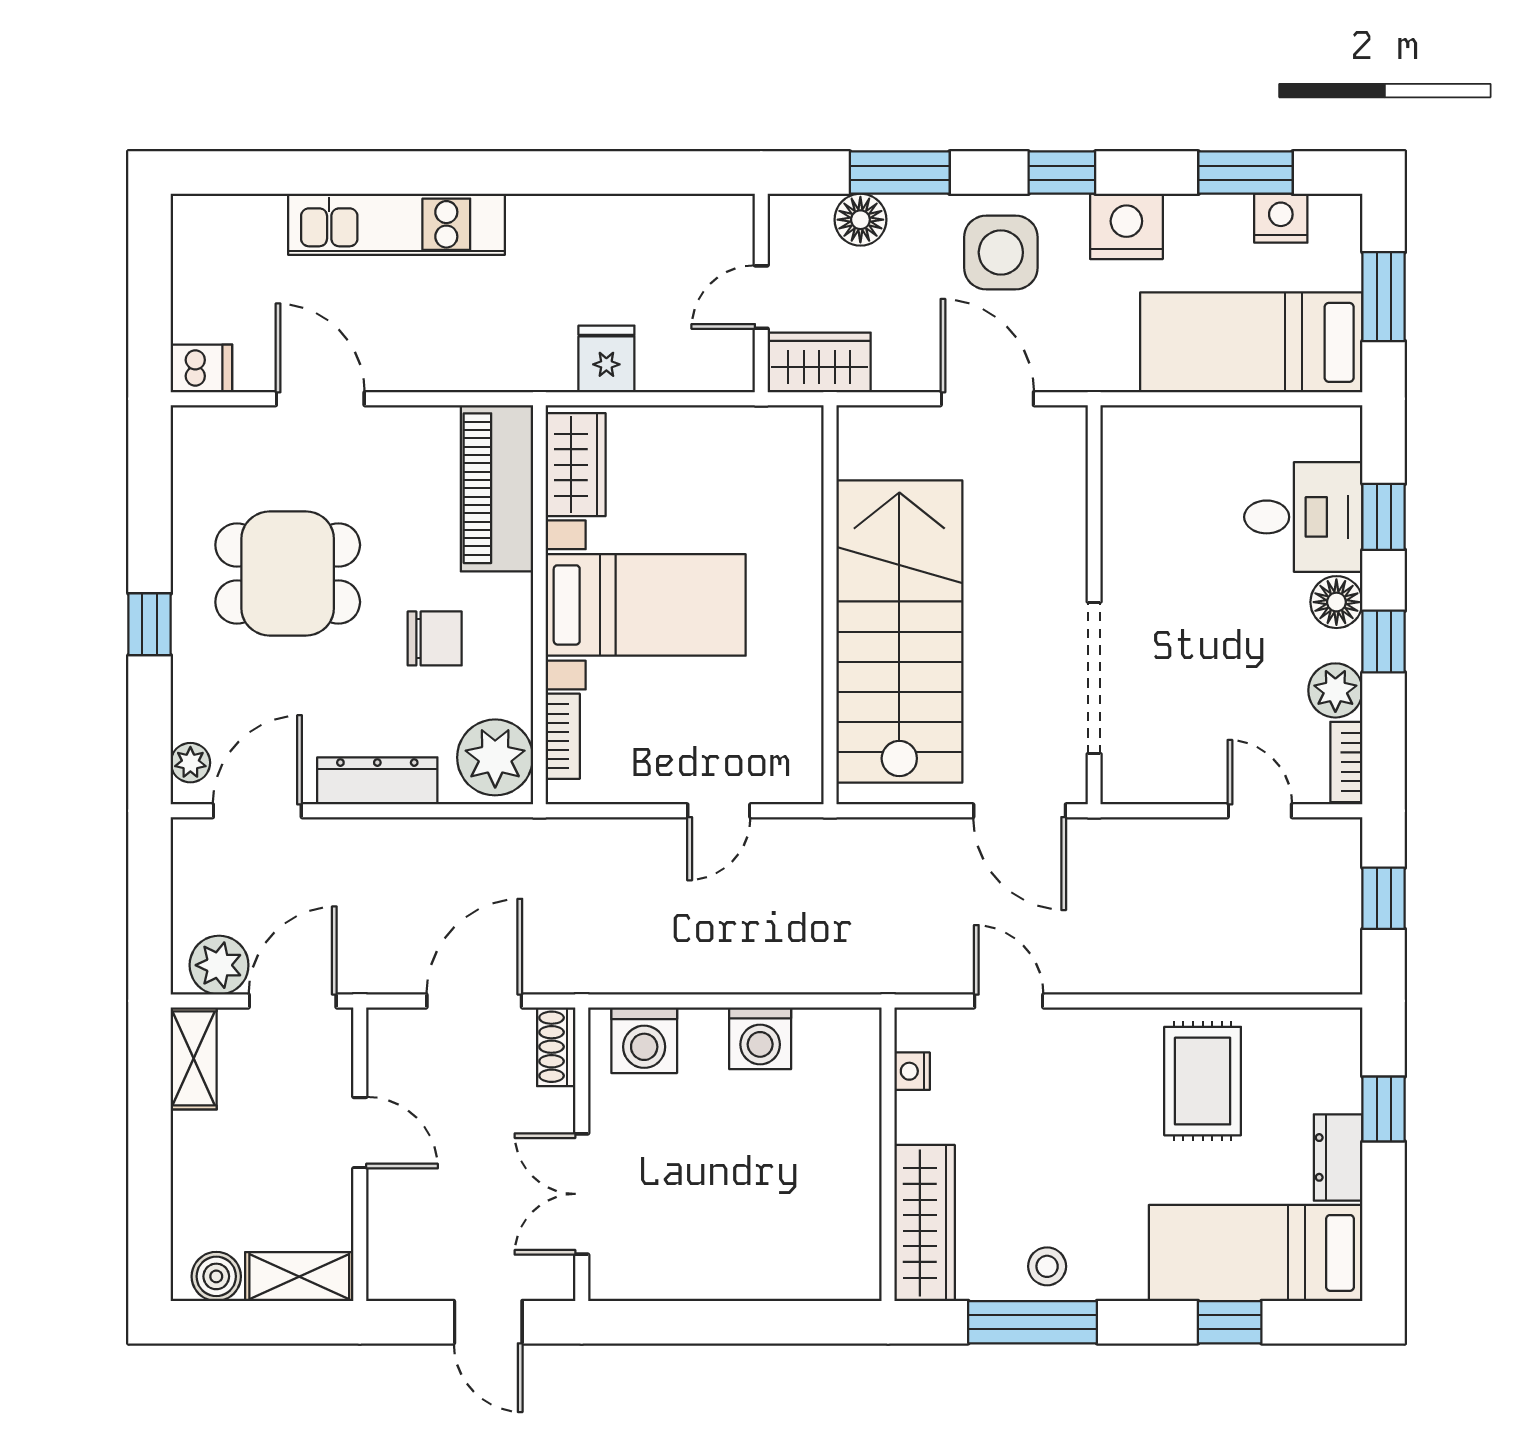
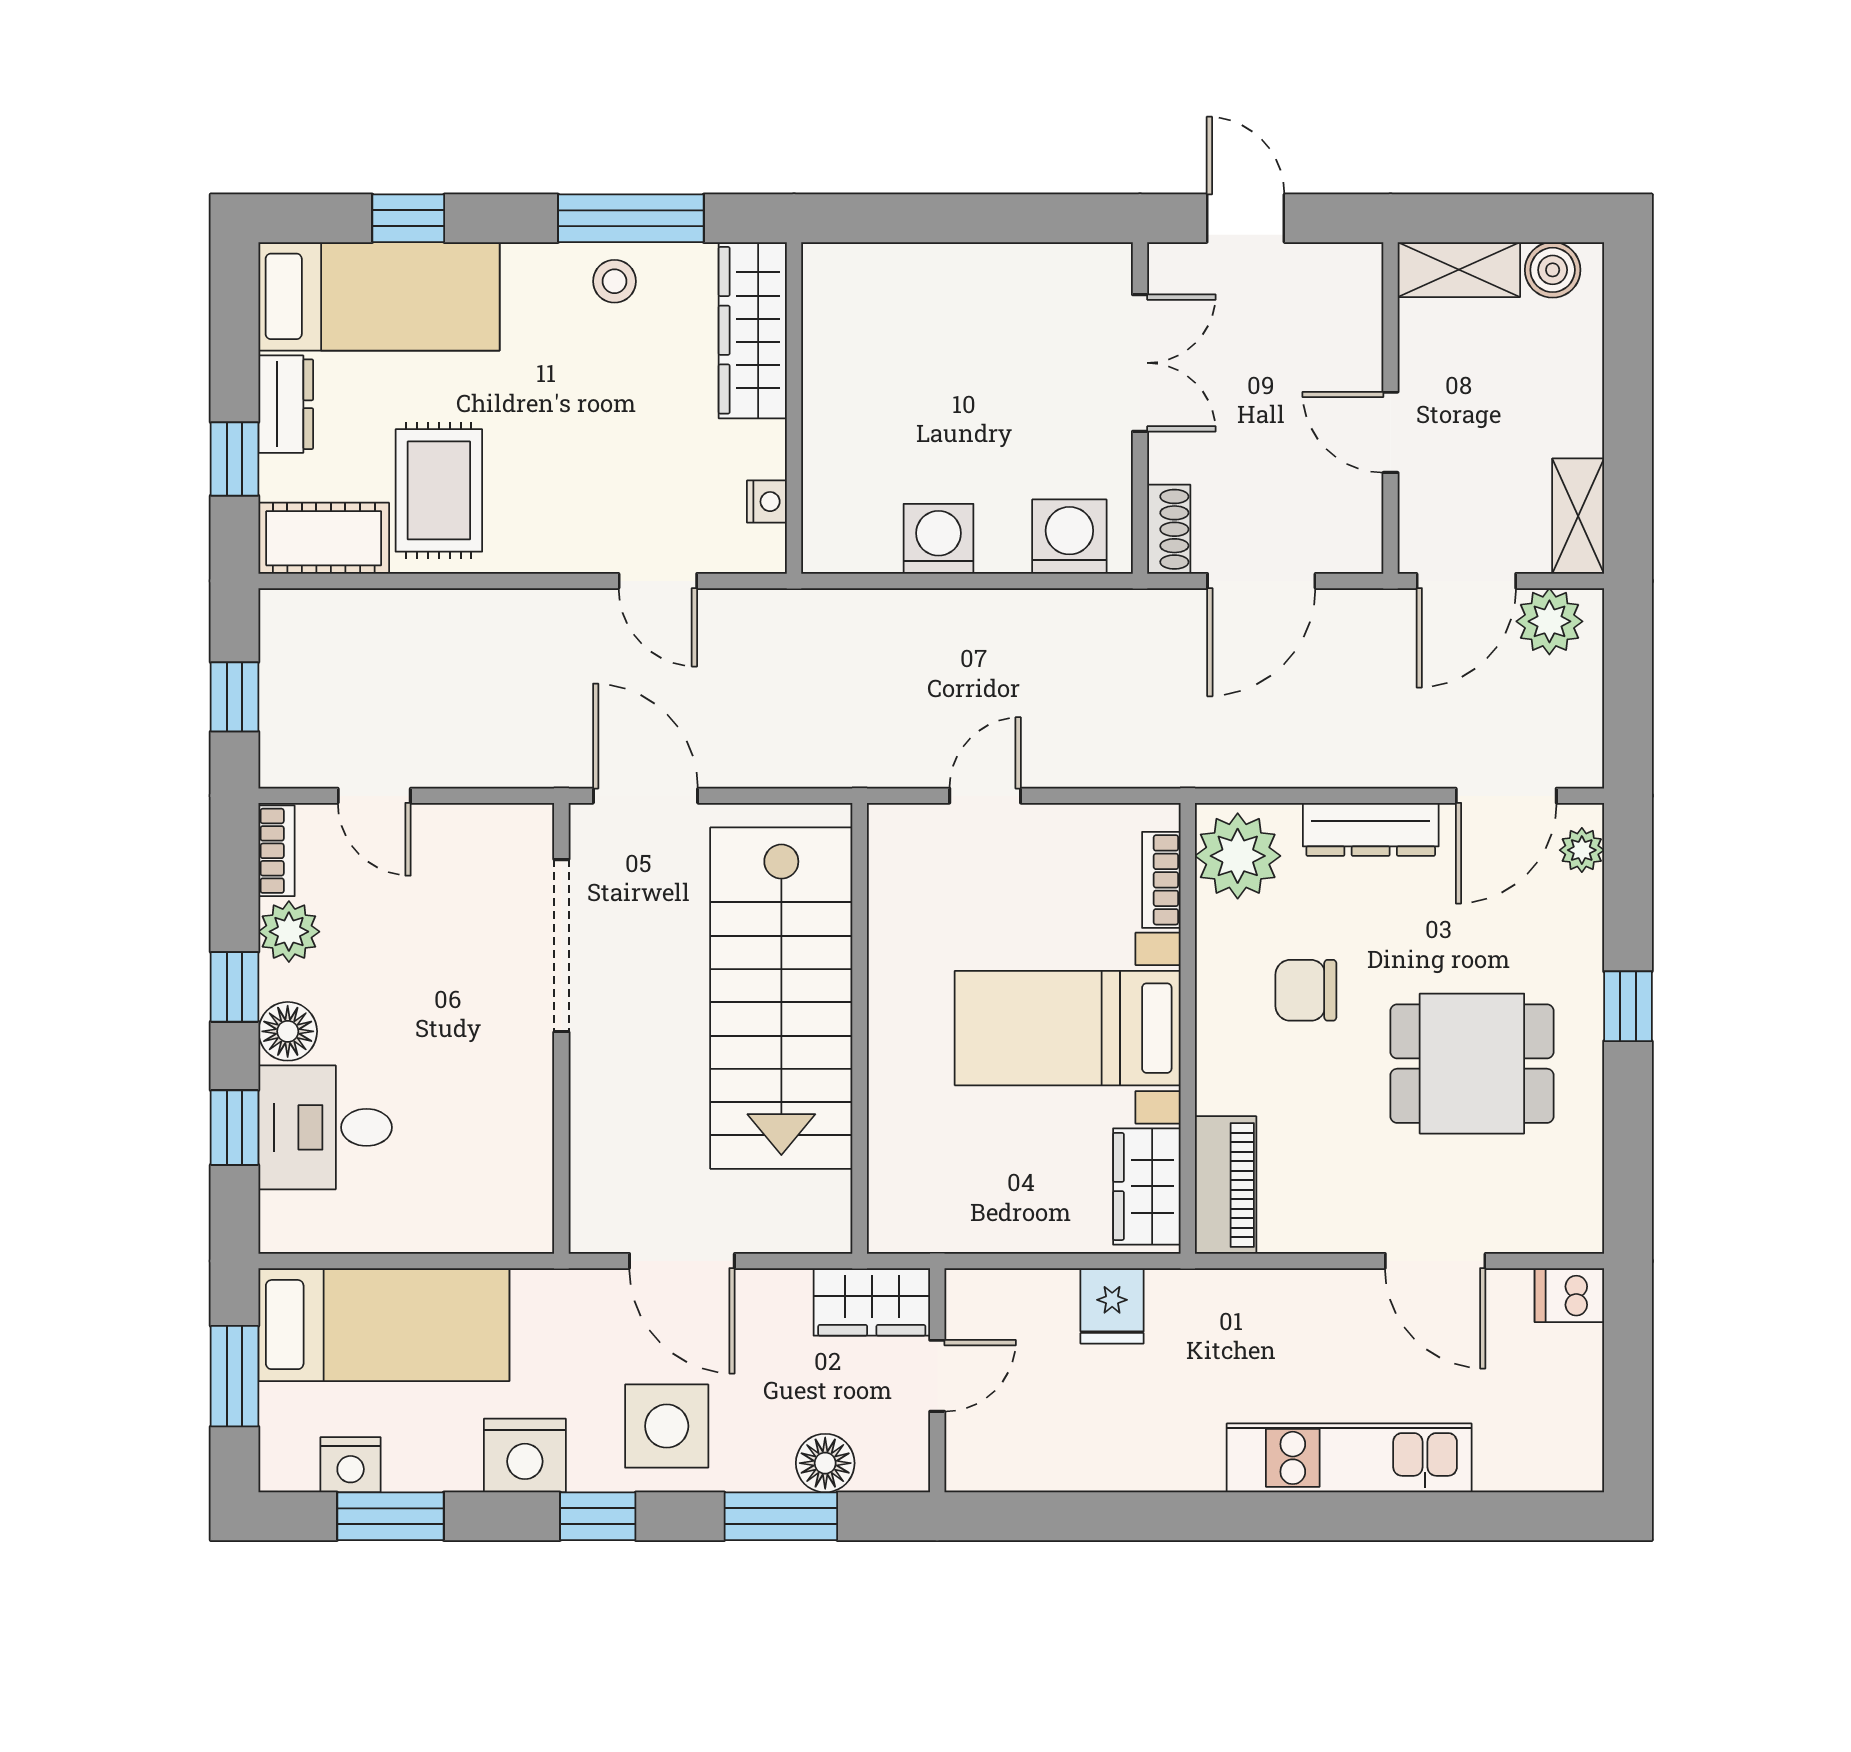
piano: (497, 488) -> (1226, 1185), width x0.73, depth x0.75
cot: (1305, 1039) -> (324, 538), added

